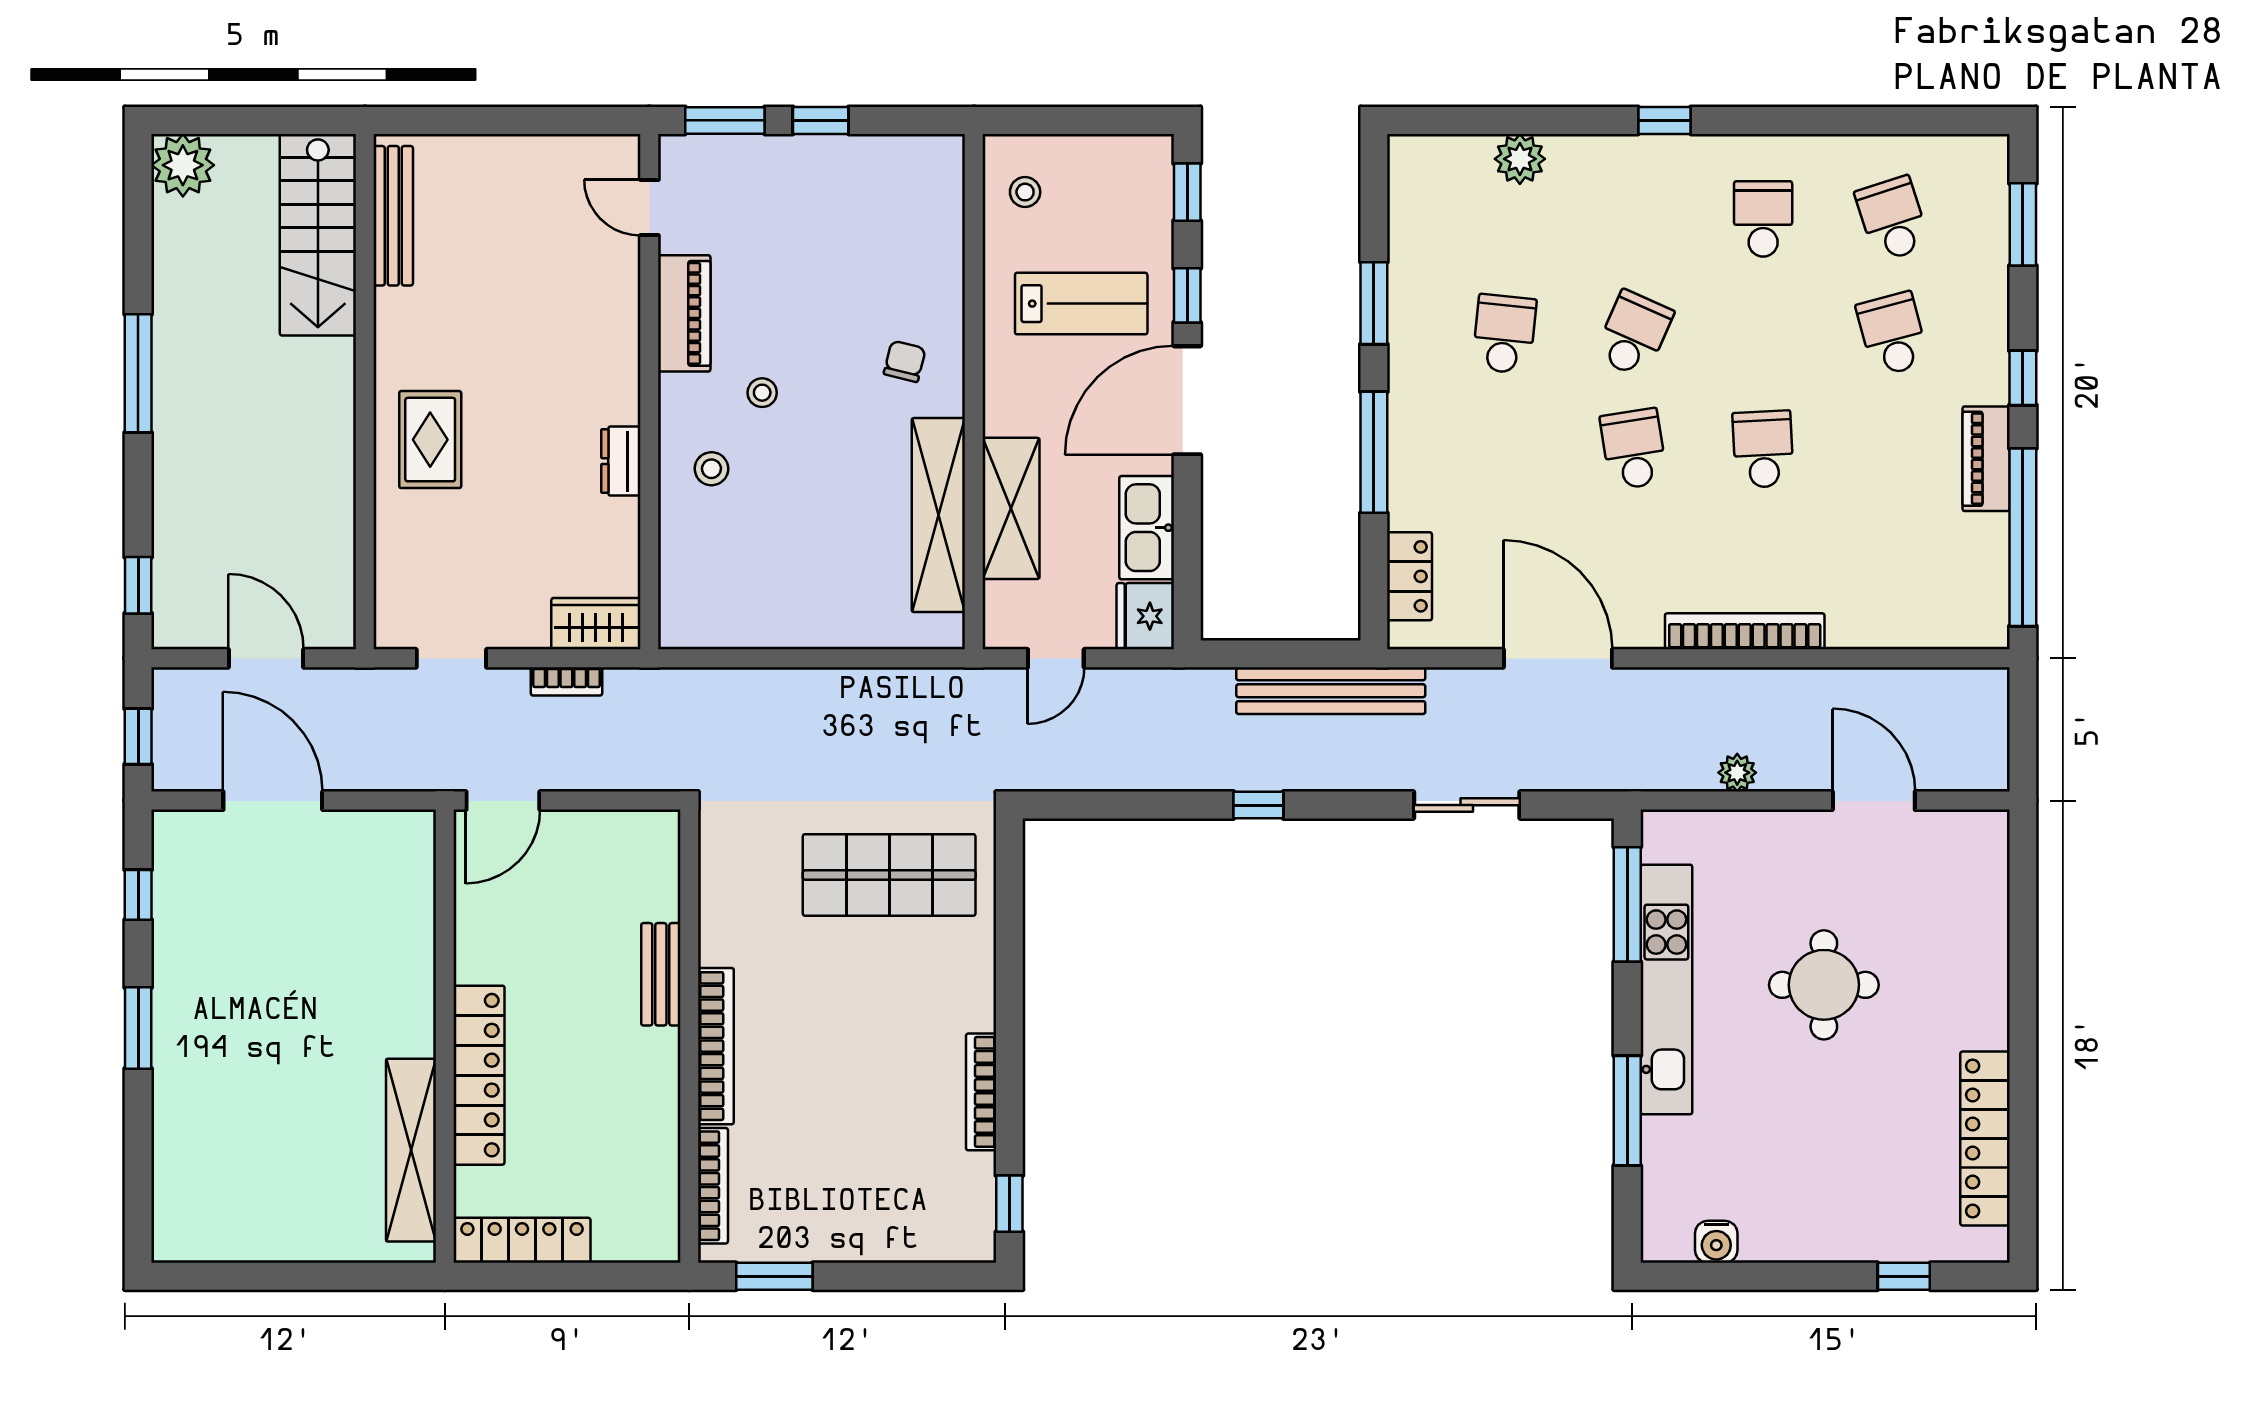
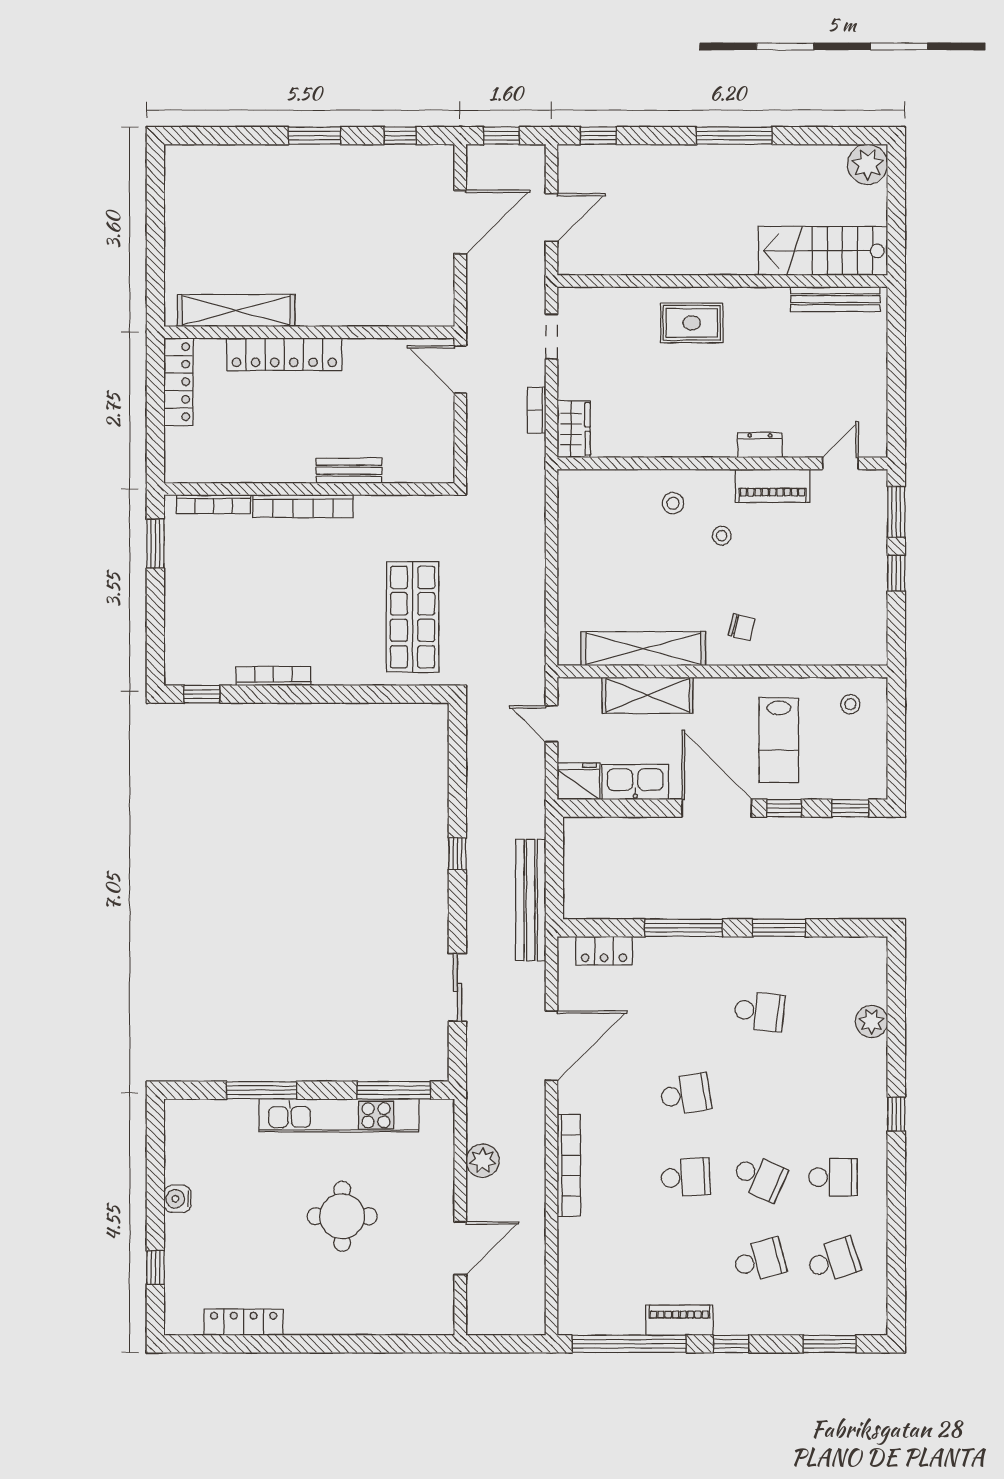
school desk: (1634, 334) -> (759, 1177), moved
dresser: (621, 461) -> (760, 445), moved
plant: (1737, 773) -> (483, 1161), width x1.38, depth x1.38
locker: (1985, 1139) -> (244, 1322), width x0.71, depth x0.83
water cooler: (1716, 1242) -> (177, 1199), moved

